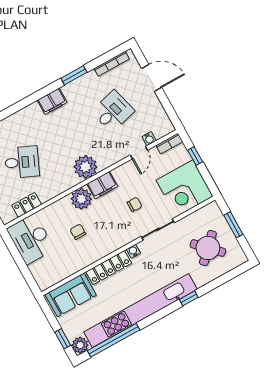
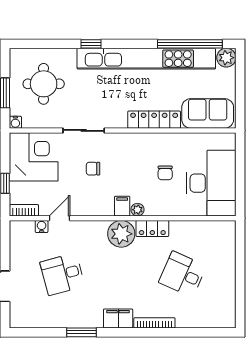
bookcase: (112, 64) -> (154, 323), moved
filing cabinet: (102, 185) -> (122, 206), width x0.50
plant: (81, 199) -> (137, 210), width x0.53, depth x0.53
locker: (27, 205) -> (152, 228), moved
desk: (31, 239) -> (211, 183), width x1.36, depth x1.30
round table: (208, 248) -> (44, 84), turned 45
water cooler: (133, 251) -> (15, 122), moved
window: (63, 339) -> (240, 74), removed

